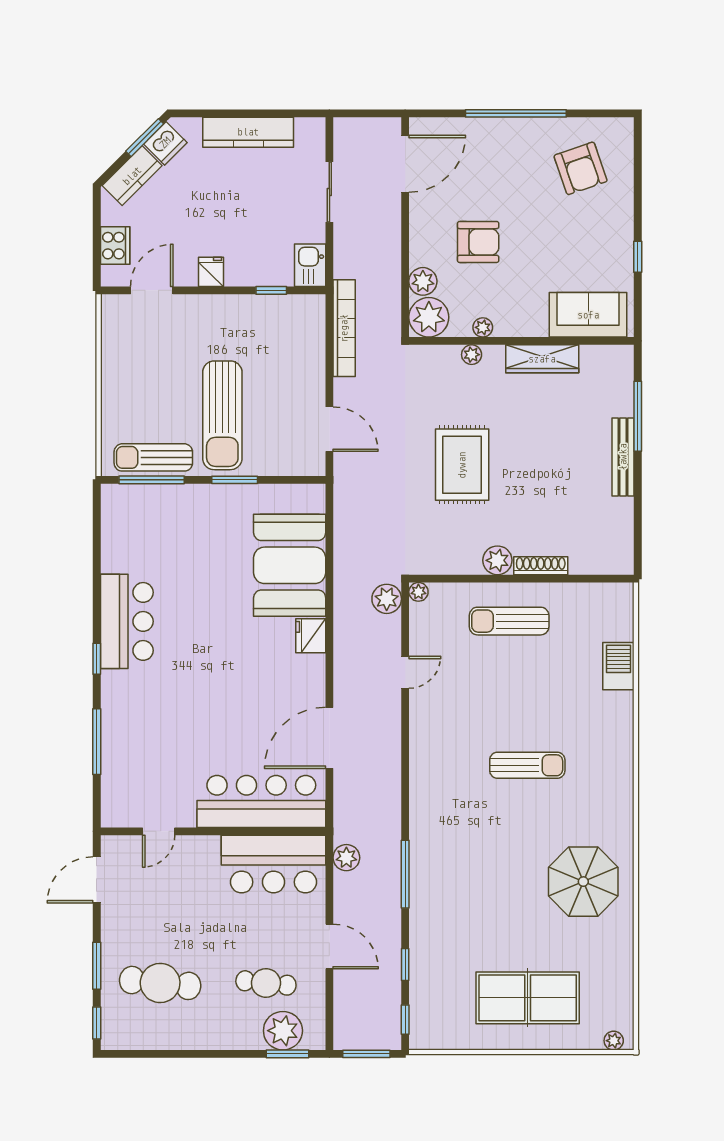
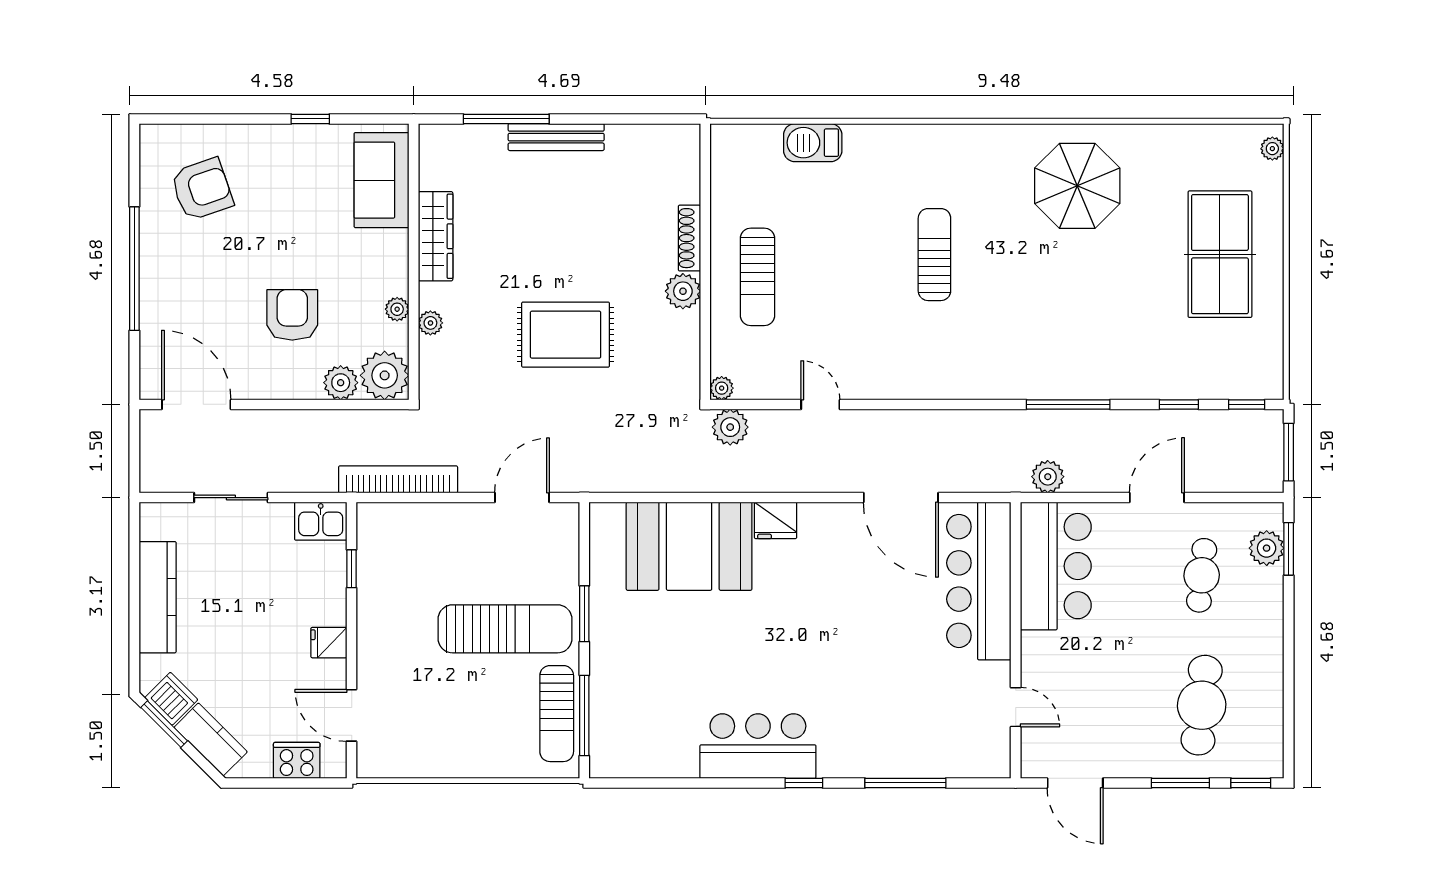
plant: (283, 1031) -> (1267, 548), width x0.73, depth x0.73

